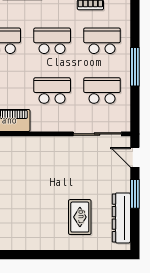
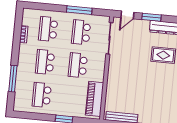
window: (135, 67) -> (79, 10), moved

